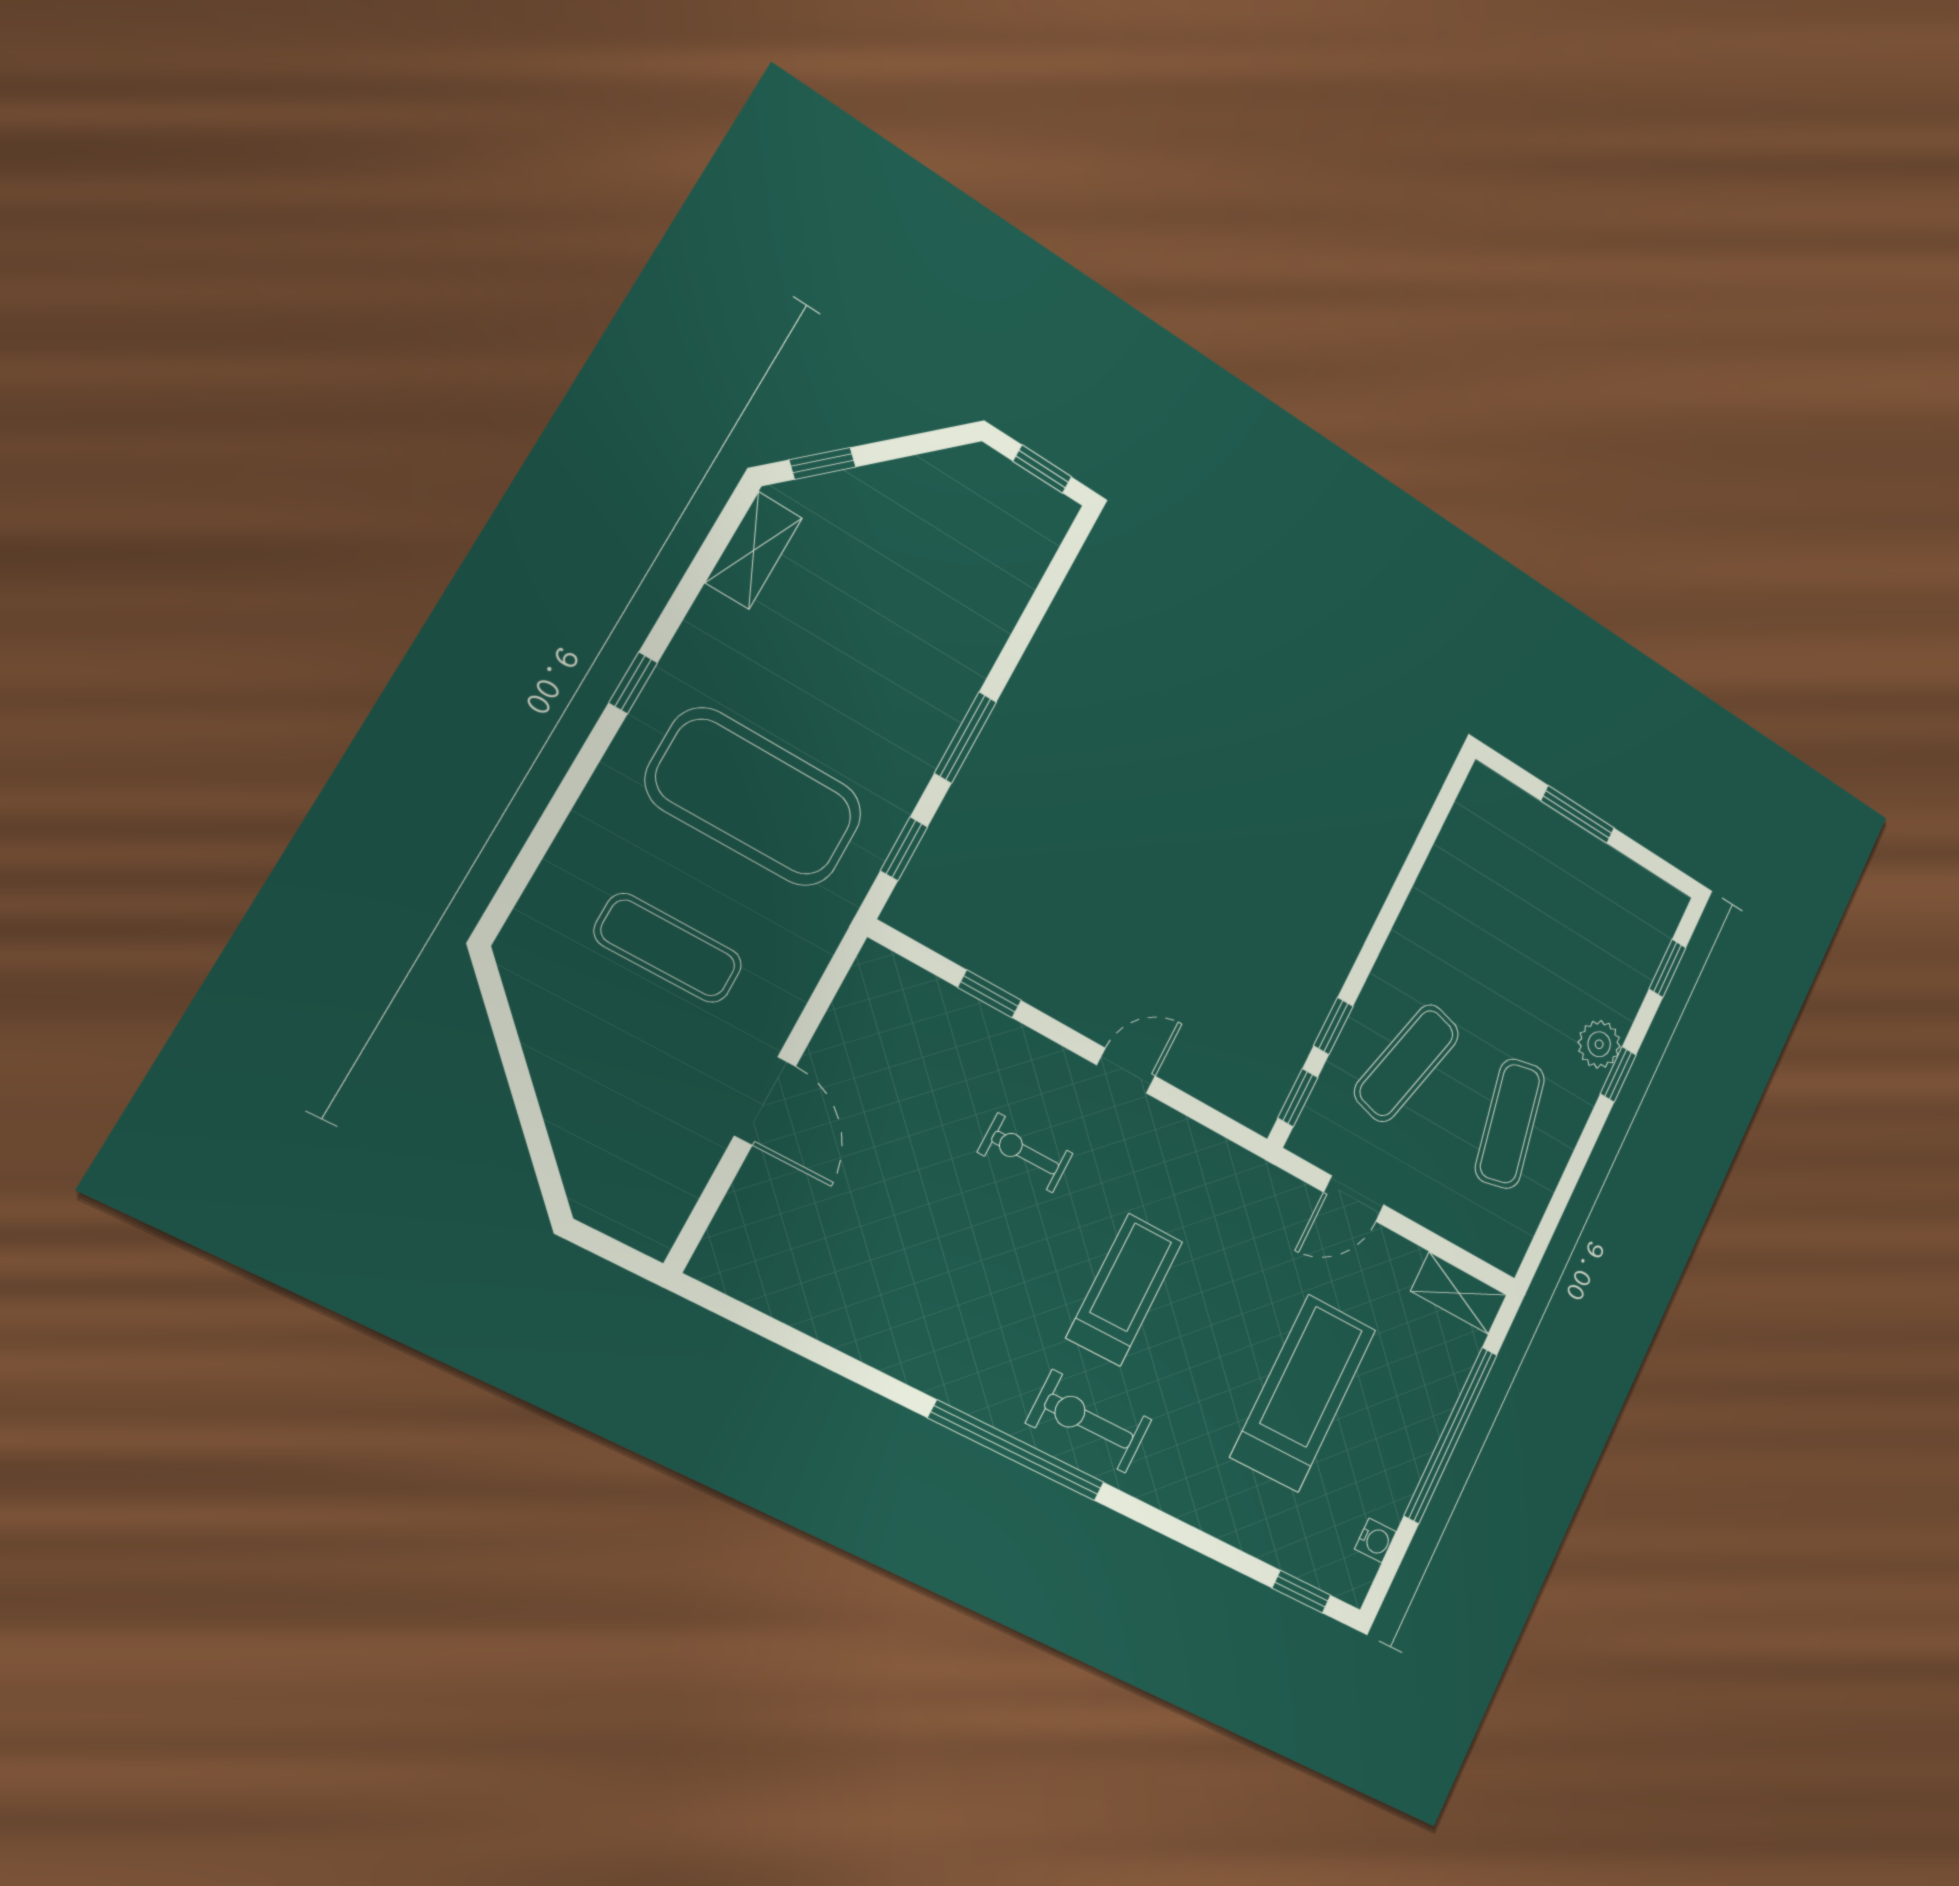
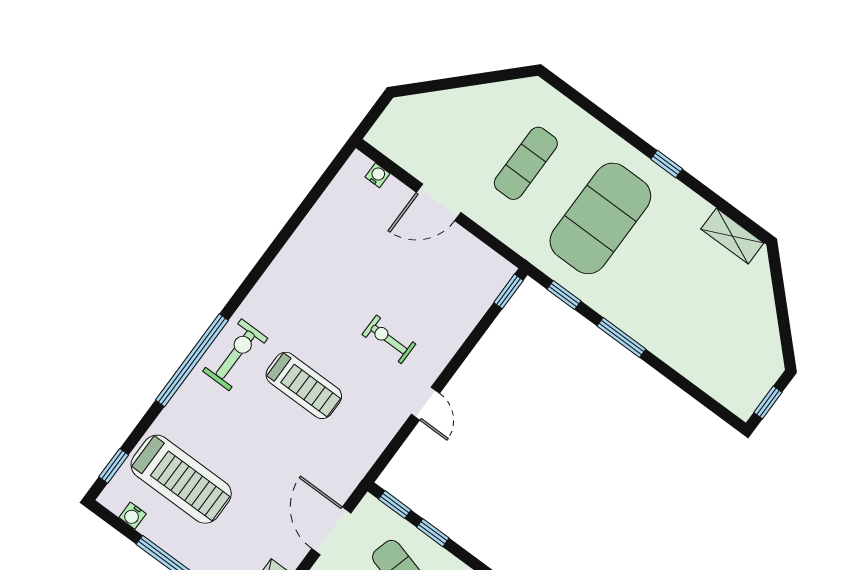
window: (822, 463) -> (777, 279), removed
window: (989, 994) -> (508, 291), moved
exercise bike: (1025, 1153) -> (389, 339), turned -90
door: (1354, 1199) -> (331, 531), width x1.37
water cooler: (729, 1223) -> (377, 175), added
treadmill: (1303, 1393) -> (181, 479), moved
window: (1017, 1451) -> (192, 360), moved

